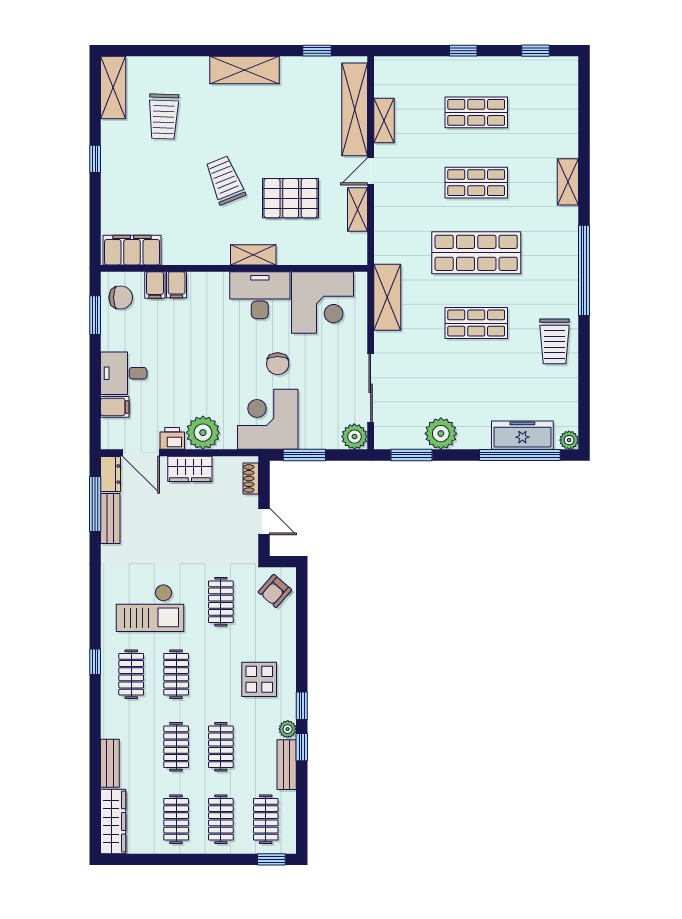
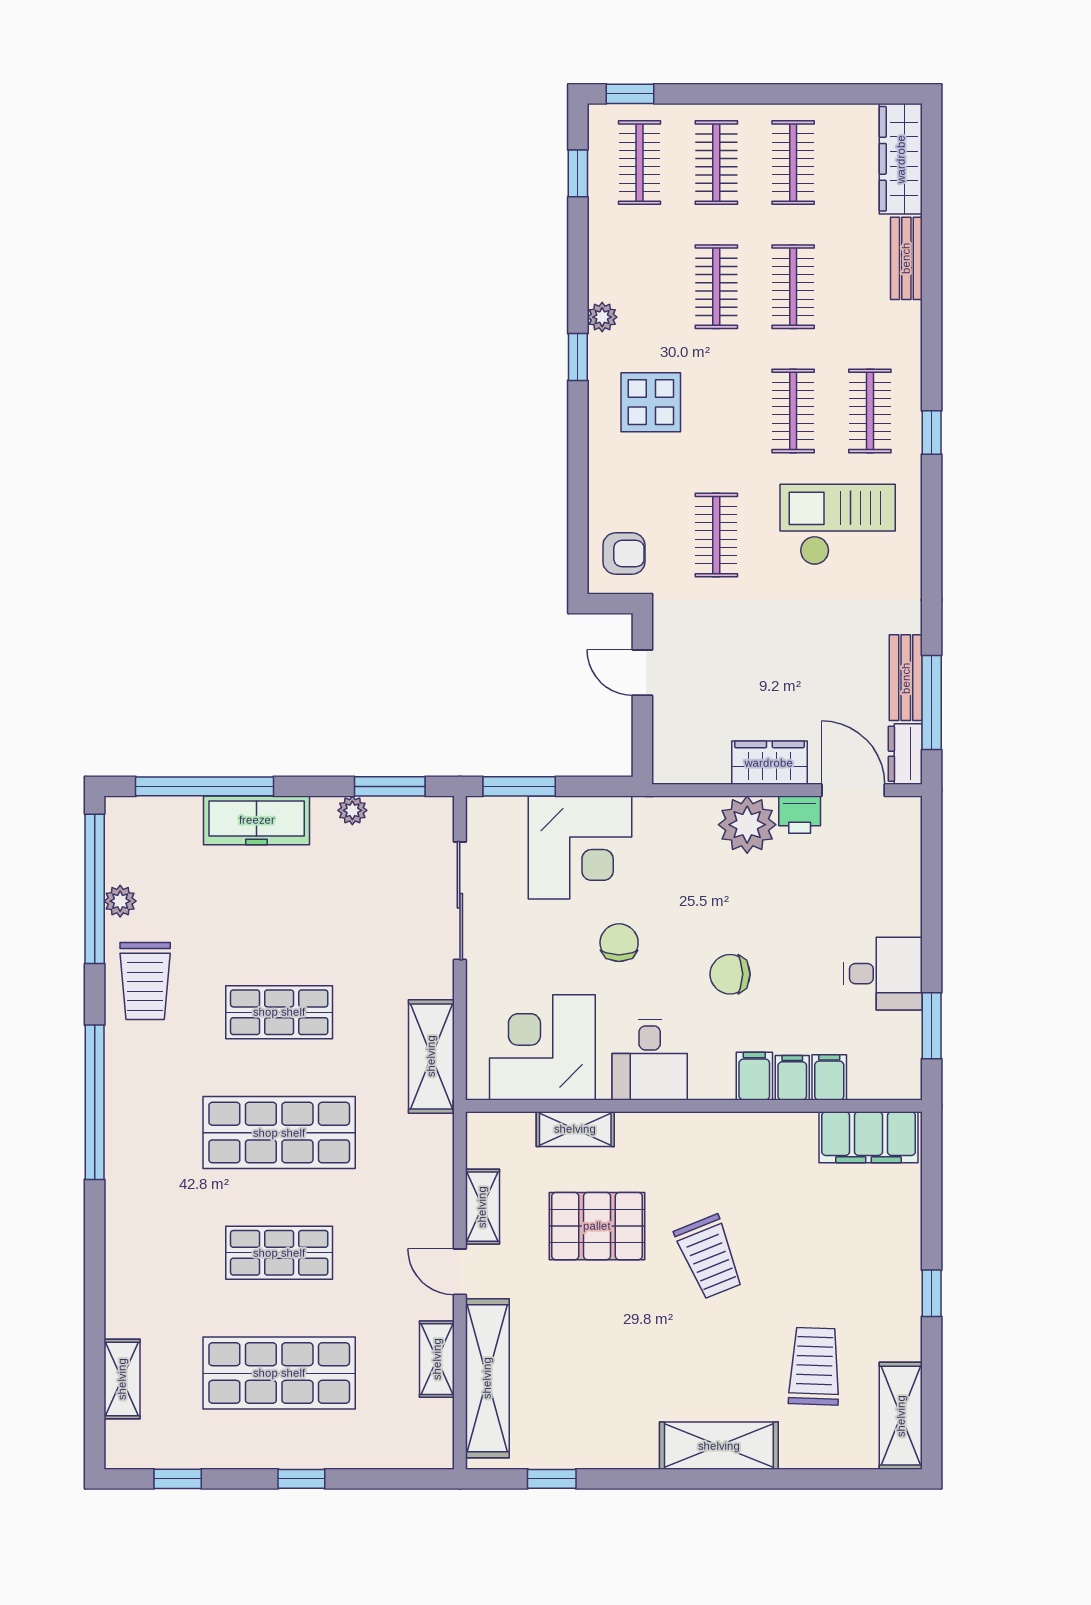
shelving: (245, 70) -> (719, 1446), moved
shop shelf: (476, 112) -> (279, 1373), width x1.43, depth x1.36
door: (371, 171) -> (460, 1272), swing flipped
shelving: (568, 182) -> (122, 1379), moved
shelving: (253, 255) -> (575, 1129), moved
desk: (260, 295) -> (650, 1060), width x0.73
chair: (121, 298) -> (730, 974), moved
trolley: (554, 341) -> (145, 981), turned 180
desk: (124, 373) -> (883, 974), moved
window: (584, 395) -> (95, 889), added
filing cabinet: (115, 407) -> (754, 1076), moved, turned 90
corner desk: (268, 419) -> (580, 847), moved
plant: (441, 434) -> (352, 810), width x0.53, depth x0.53
freezer: (522, 435) -> (257, 820), moved
plant: (354, 437) -> (488, 818), removed
plant: (569, 440) -> (120, 901), moved
window: (304, 455) -> (519, 786), moved
shoe rack: (251, 479) -> (665, 746), removed
armchair: (275, 591) -> (624, 554), turned 49
window: (302, 747) -> (578, 173), moved
bench: (287, 765) -> (604, 256), removed

